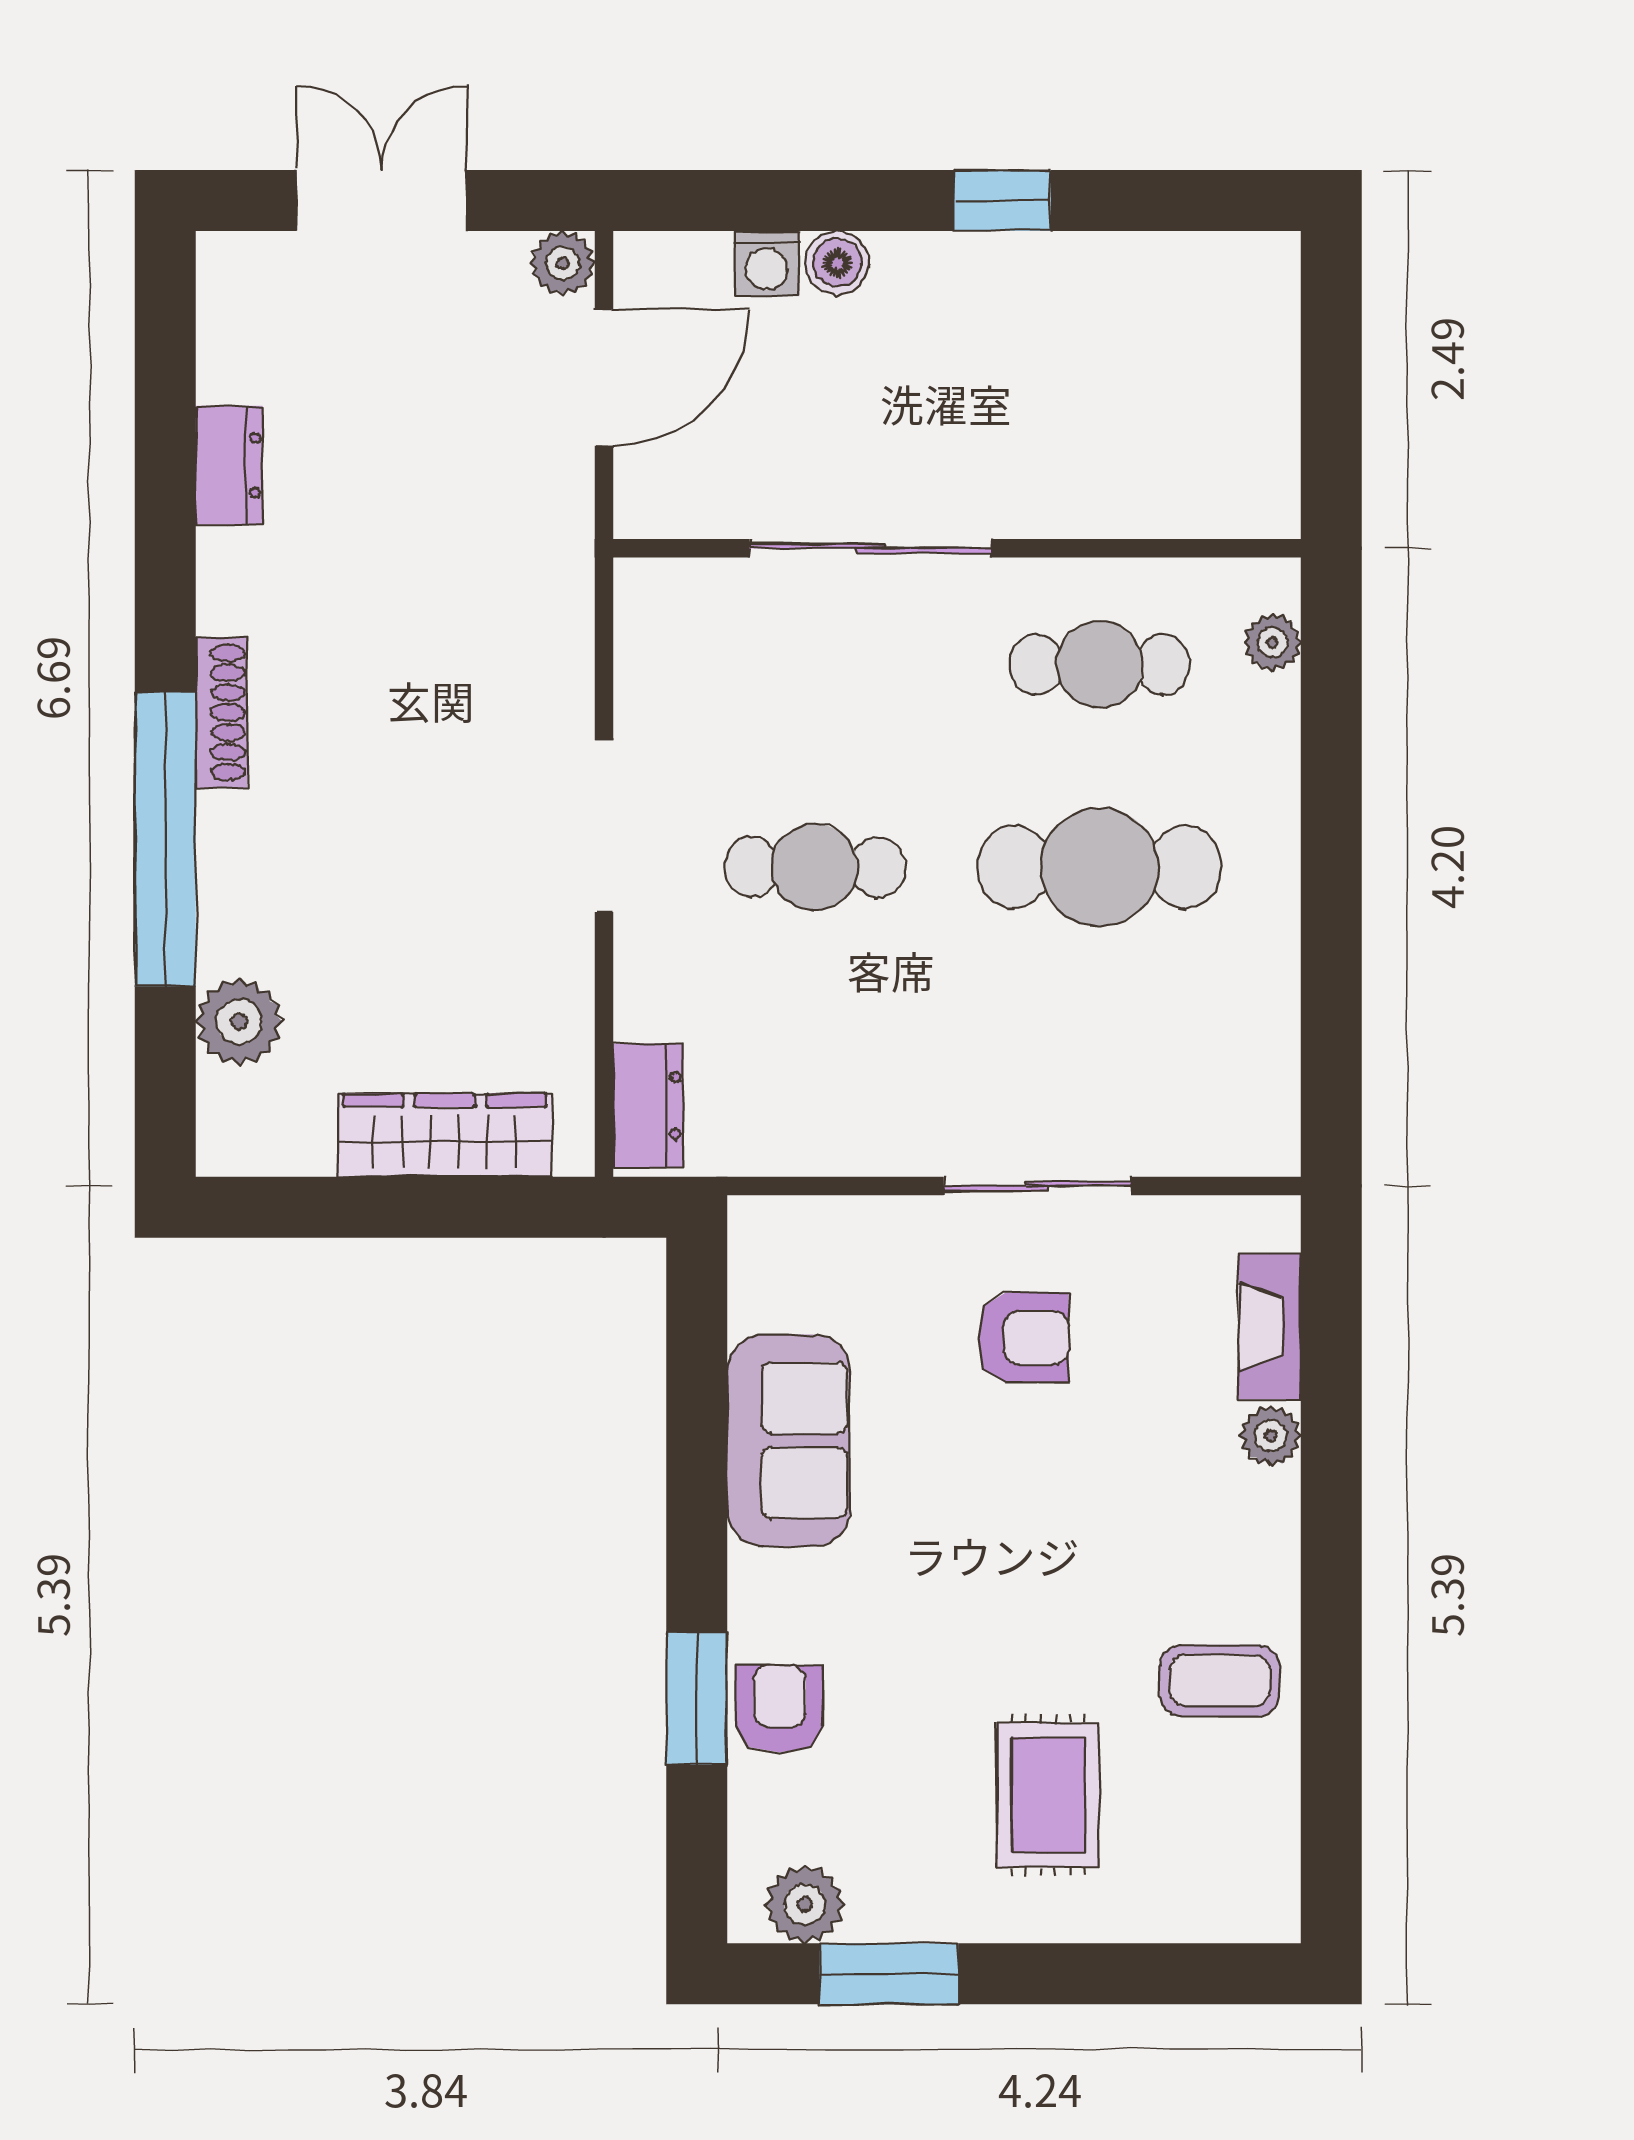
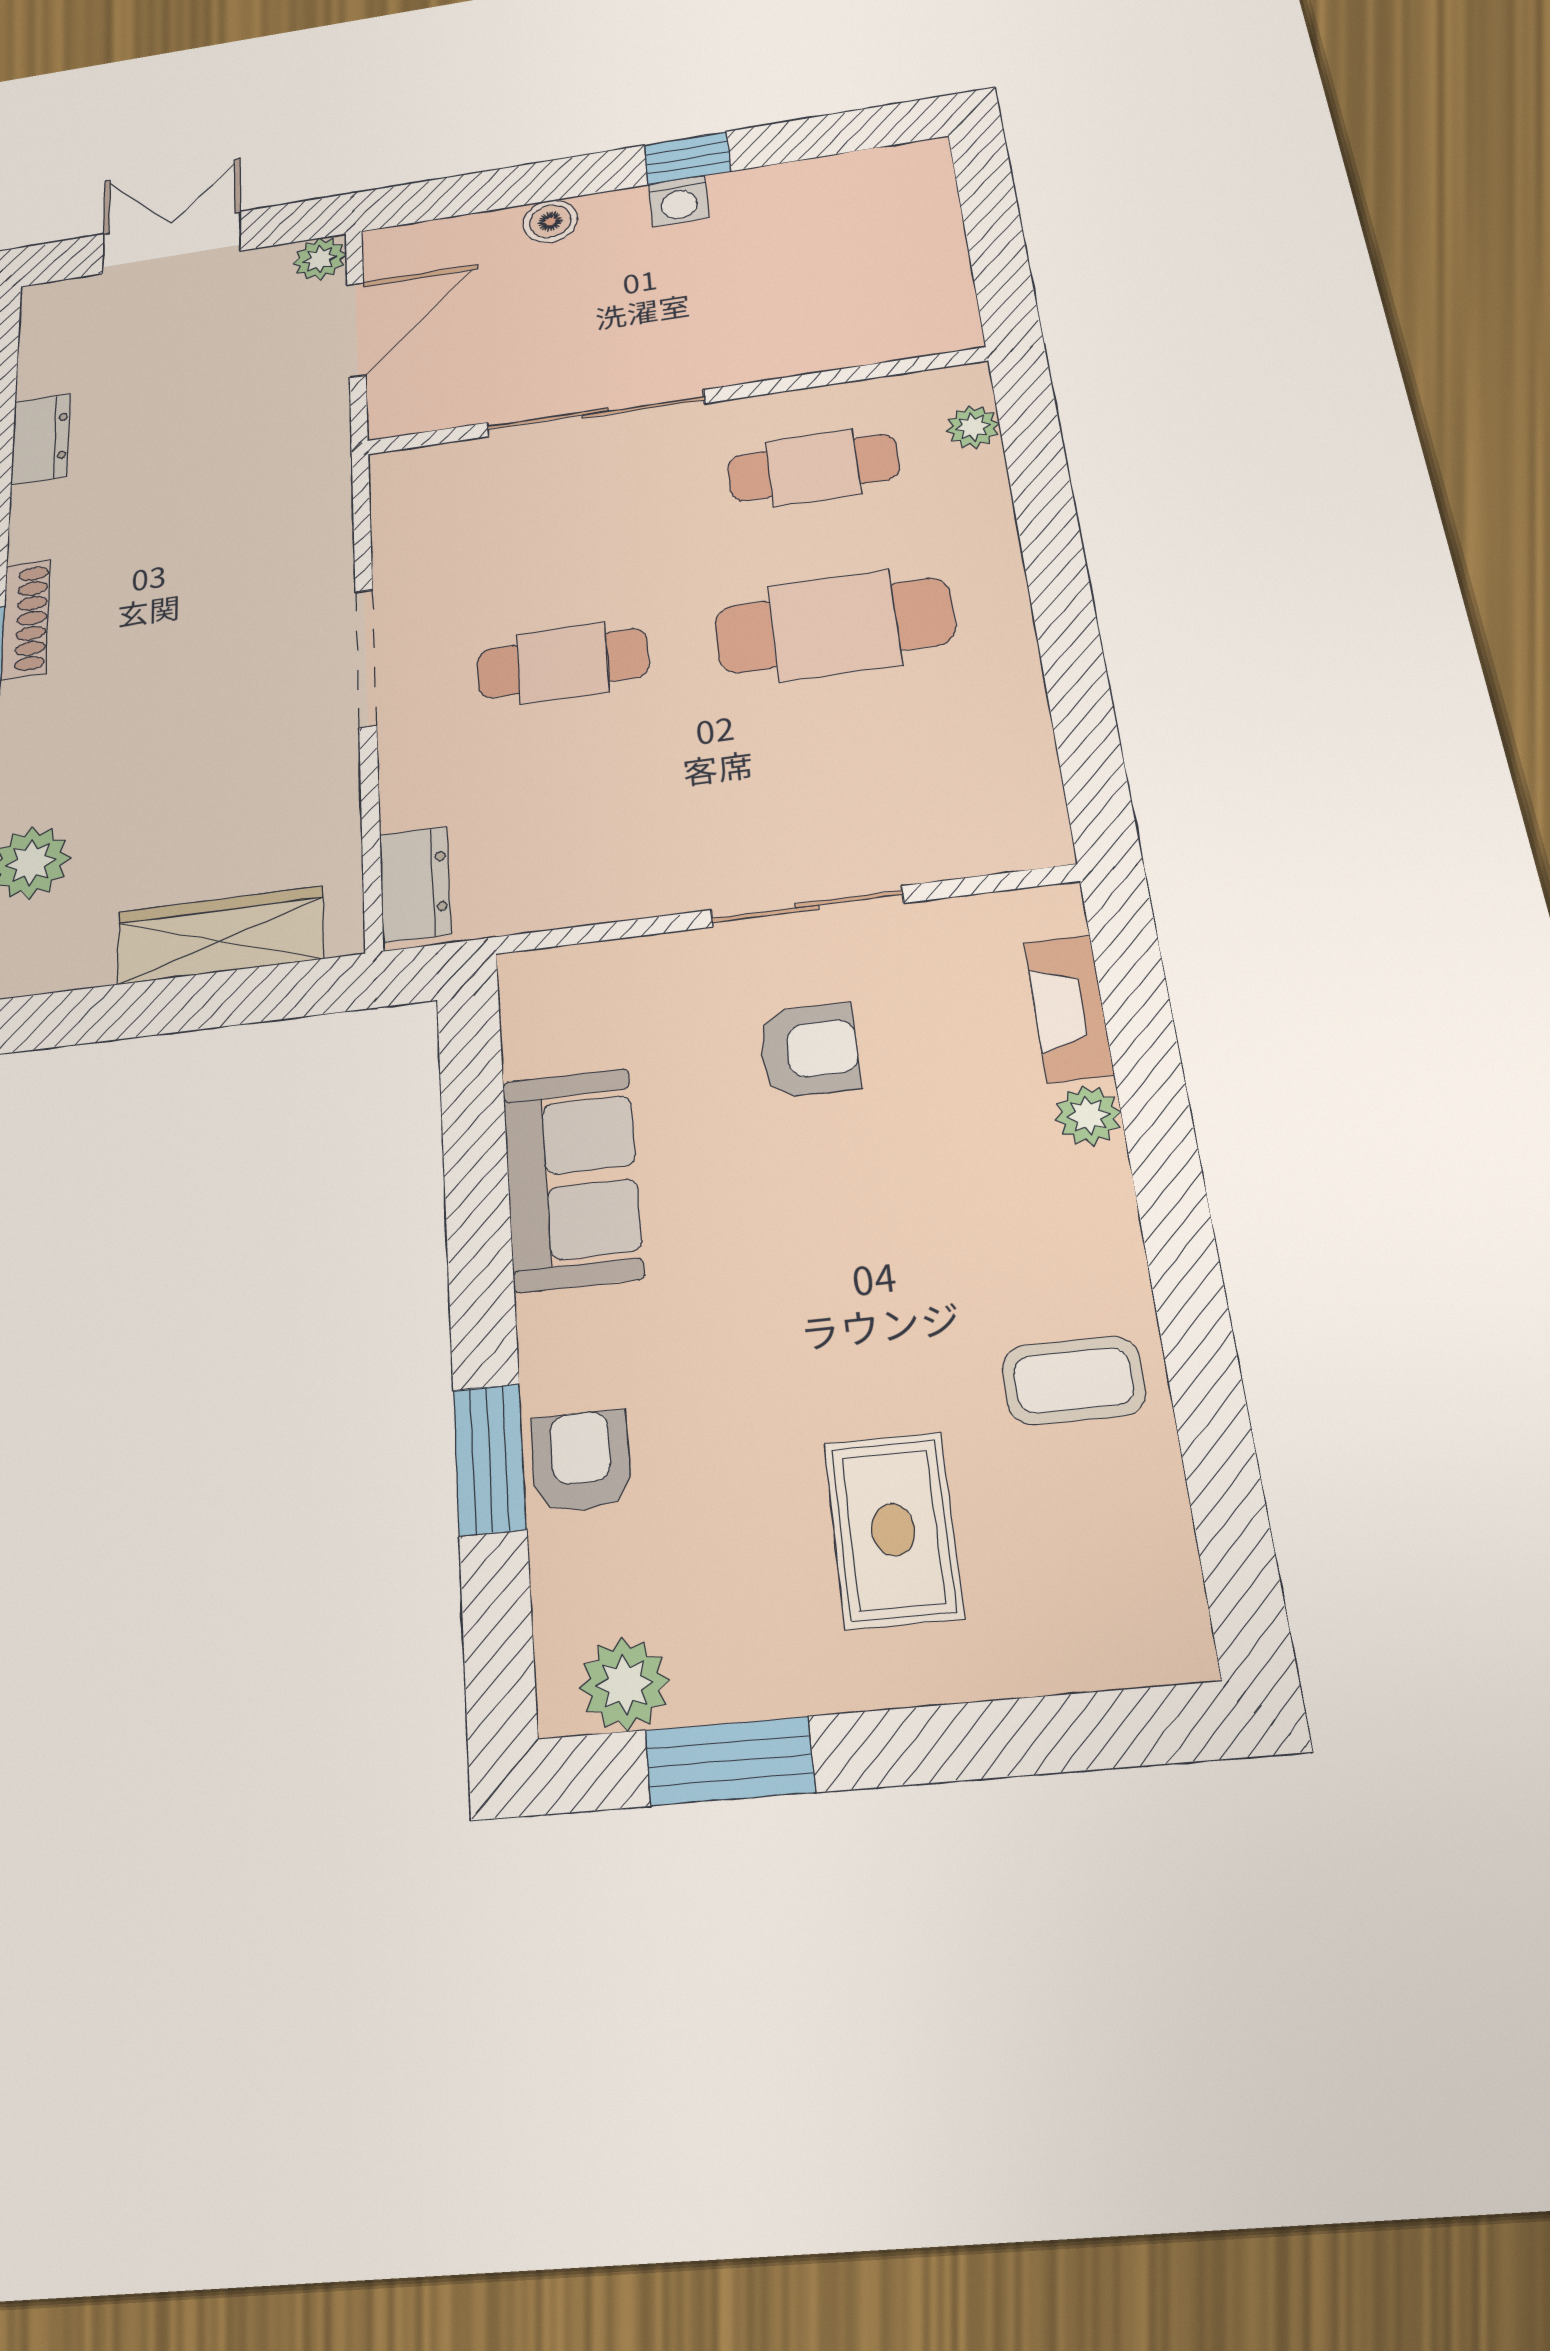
washing machine: (767, 264) -> (679, 201), moved

